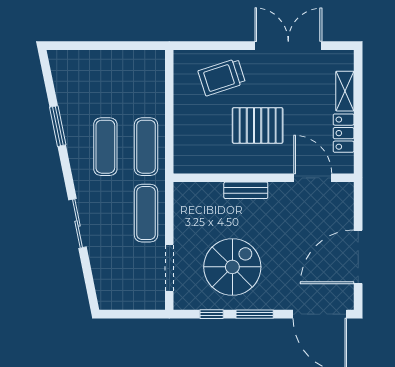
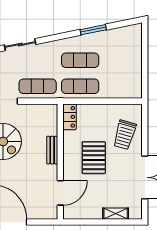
trolley: (222, 77) -> (125, 135), turned -146
locker: (344, 133) -> (69, 117), moved, turned 90
sliding door: (77, 224) -> (20, 45), moved

